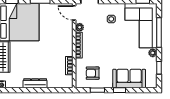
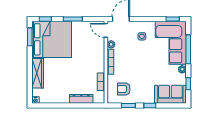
sofa: (129, 79) -> (170, 94), moved
dresser: (35, 83) -> (81, 99), moved

